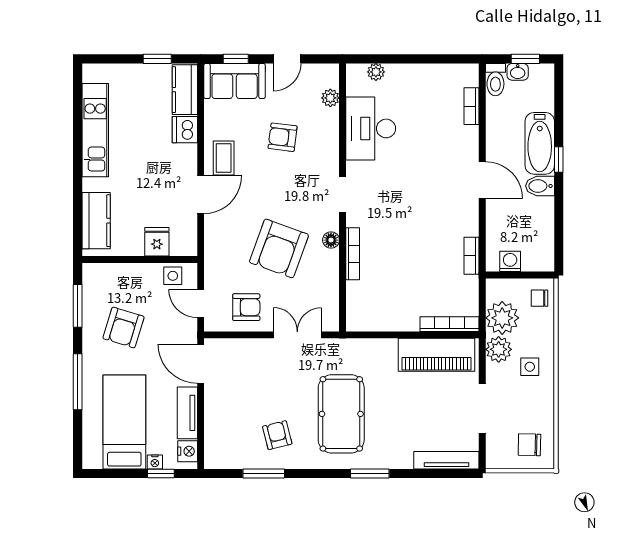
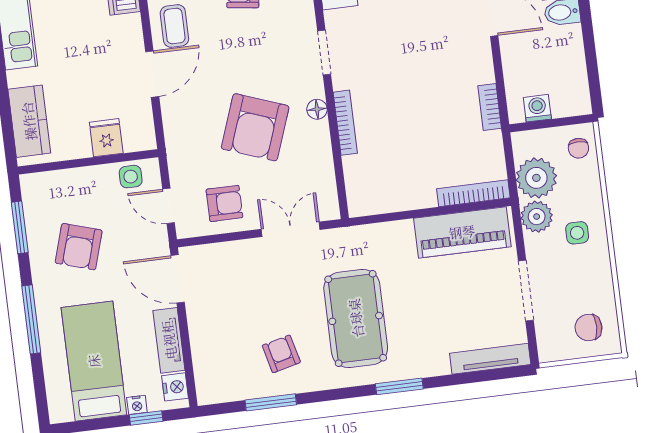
chair: (539, 298) -> (578, 148), turned -90

